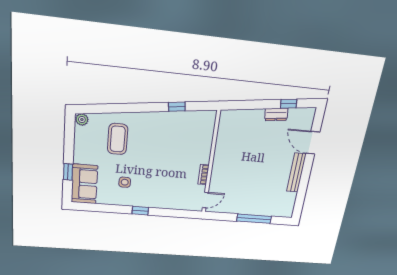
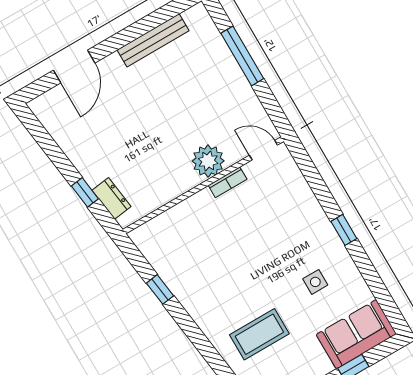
window: (289, 104) -> (85, 192), moved
dresser: (276, 114) -> (112, 198), moved
plant: (220, 173) -> (208, 161), added
bench: (296, 173) -> (153, 40), moved

